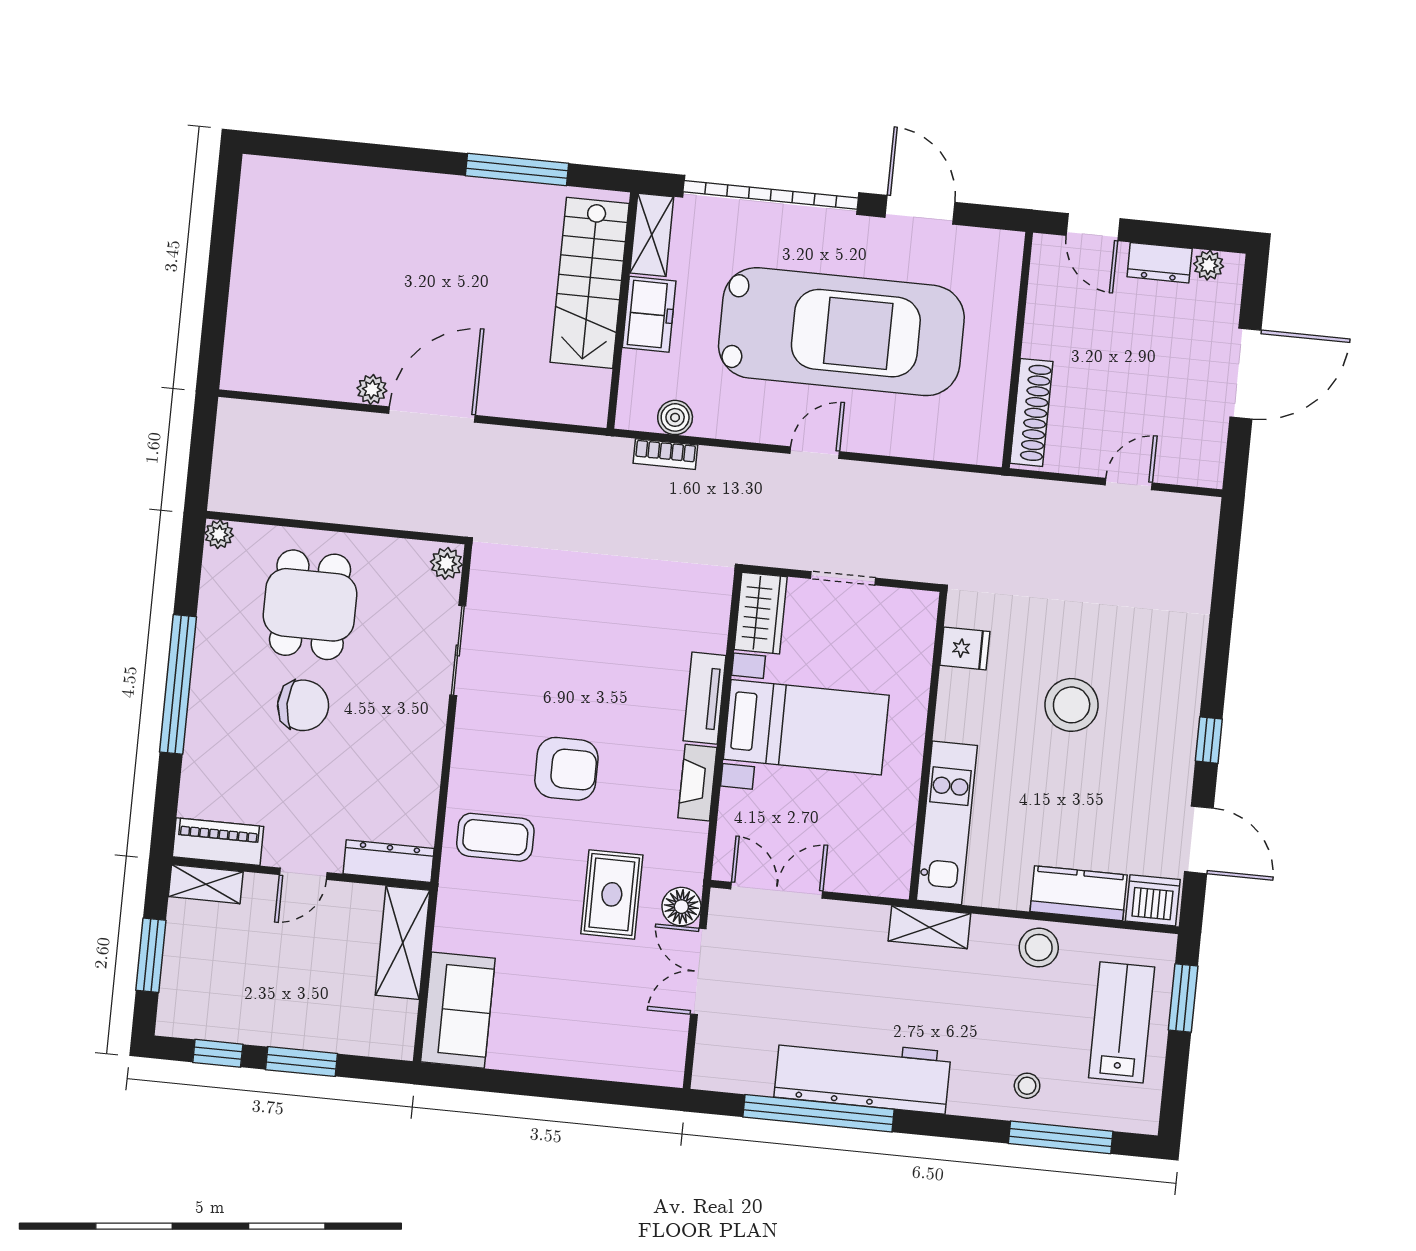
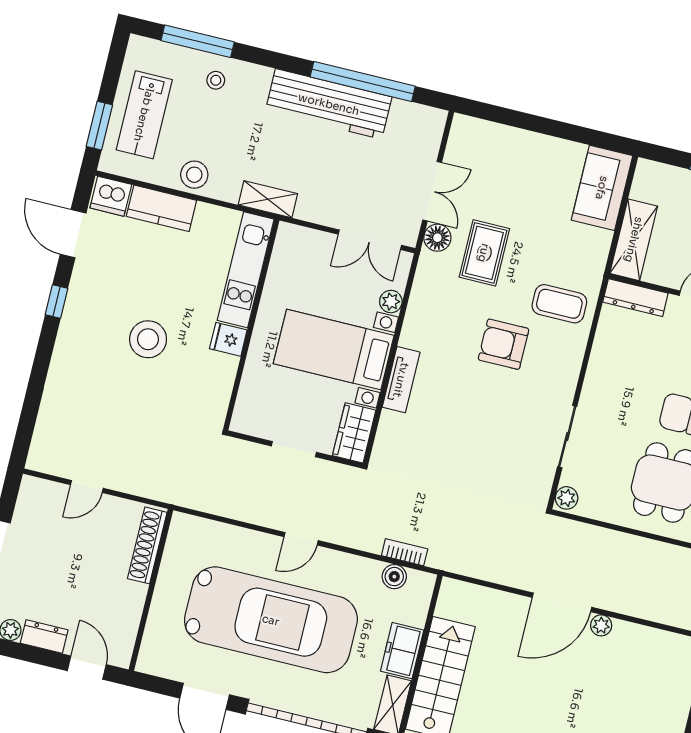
car: (841, 332) -> (271, 620), turned 180
fridge: (965, 648) -> (228, 339), moved
fireplace: (697, 783) -> (414, 322), removed
plant: (735, 807) -> (391, 302), added

